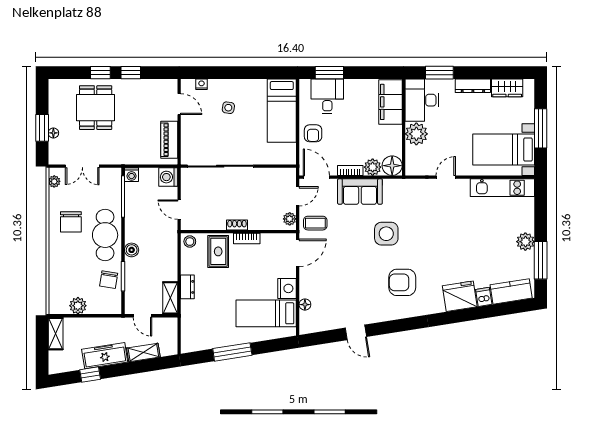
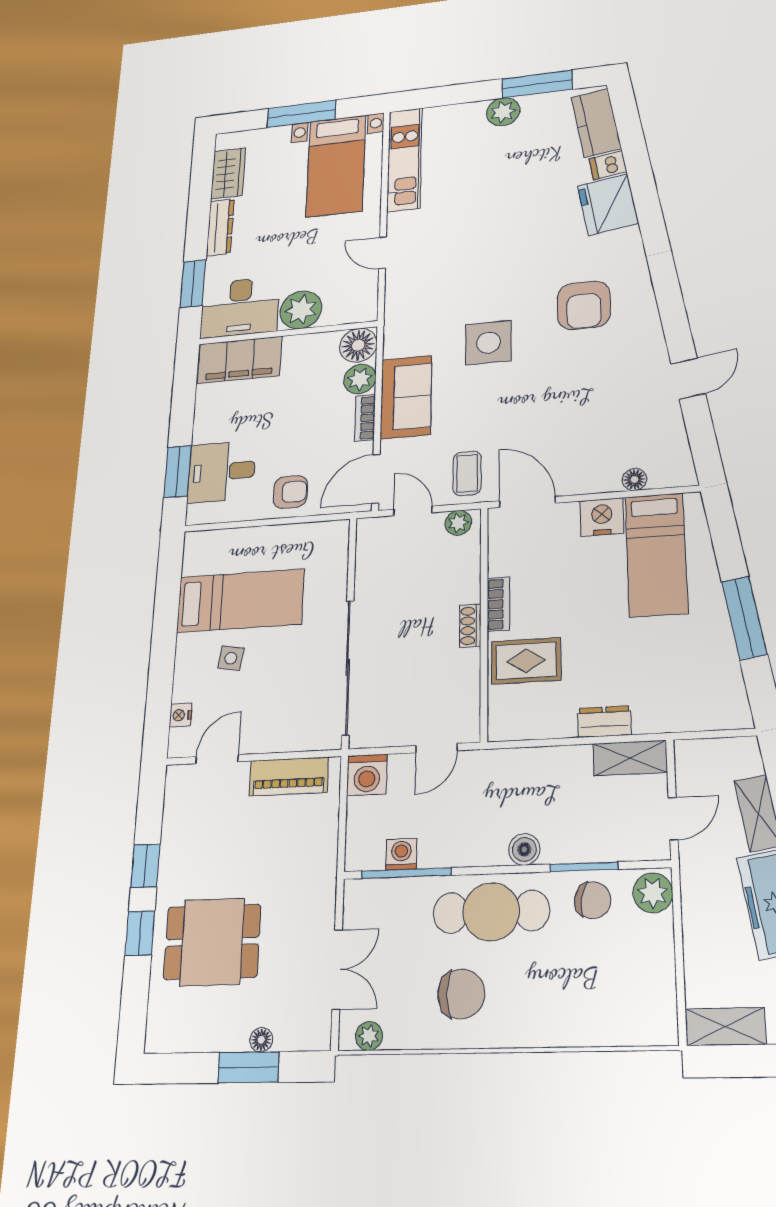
bed: (282, 111) -> (240, 601), moved
washing machine: (132, 175) -> (401, 854), moved, turned -90
stool: (190, 242) -> (505, 722), removed
plant: (78, 306) -> (653, 893), moved

